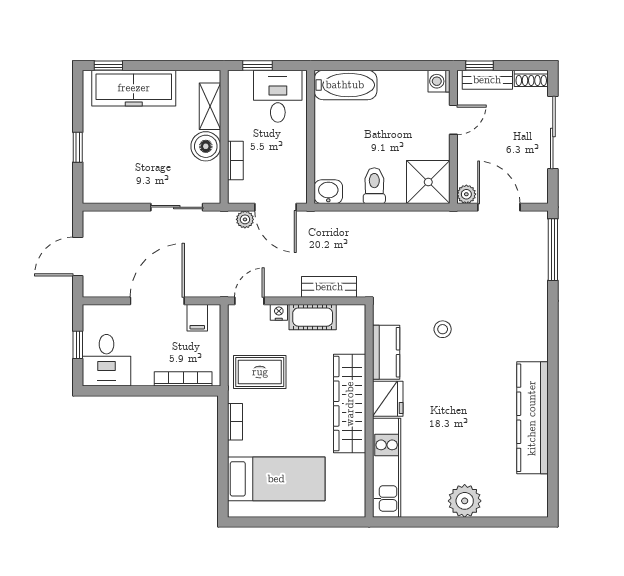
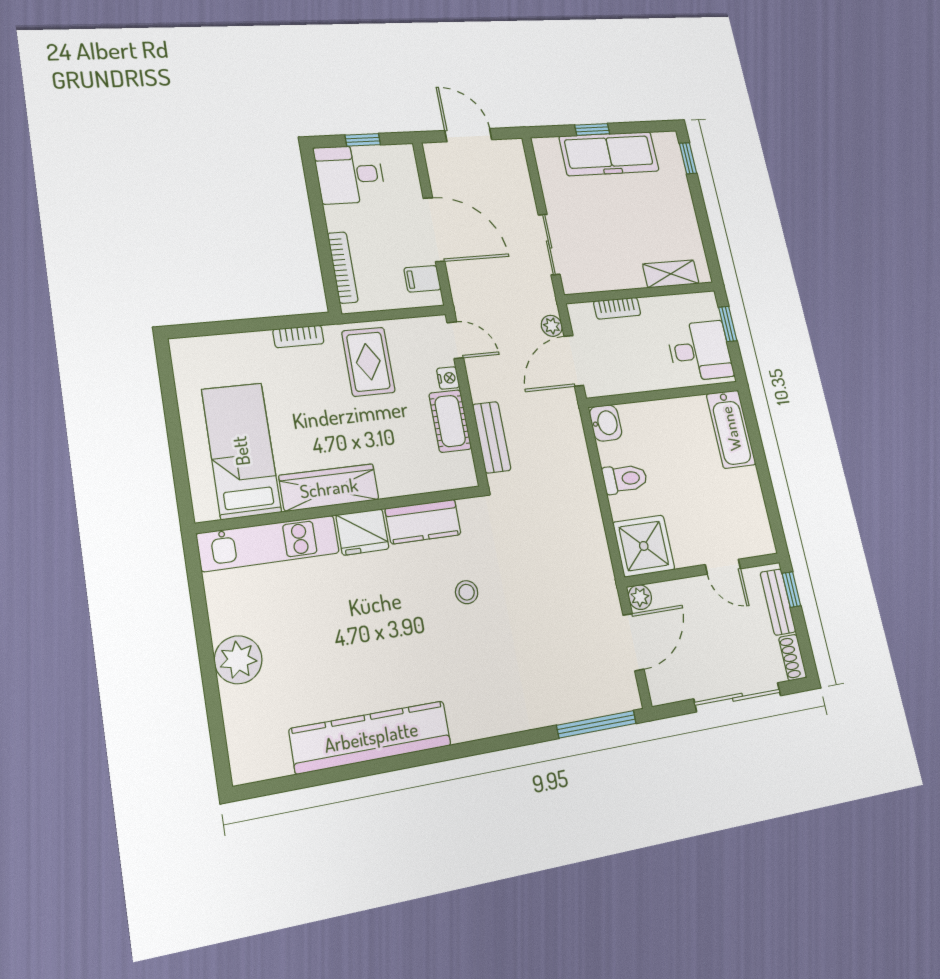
washing machine: (439, 81) -> (762, 542), removed
freezer: (134, 88) -> (609, 154), moved, turned -90
boiler: (206, 146) -> (625, 273), removed
wardrobe: (350, 404) -> (329, 488), width x0.71, depth x0.85
bed: (276, 479) -> (241, 451), moved, turned 180

